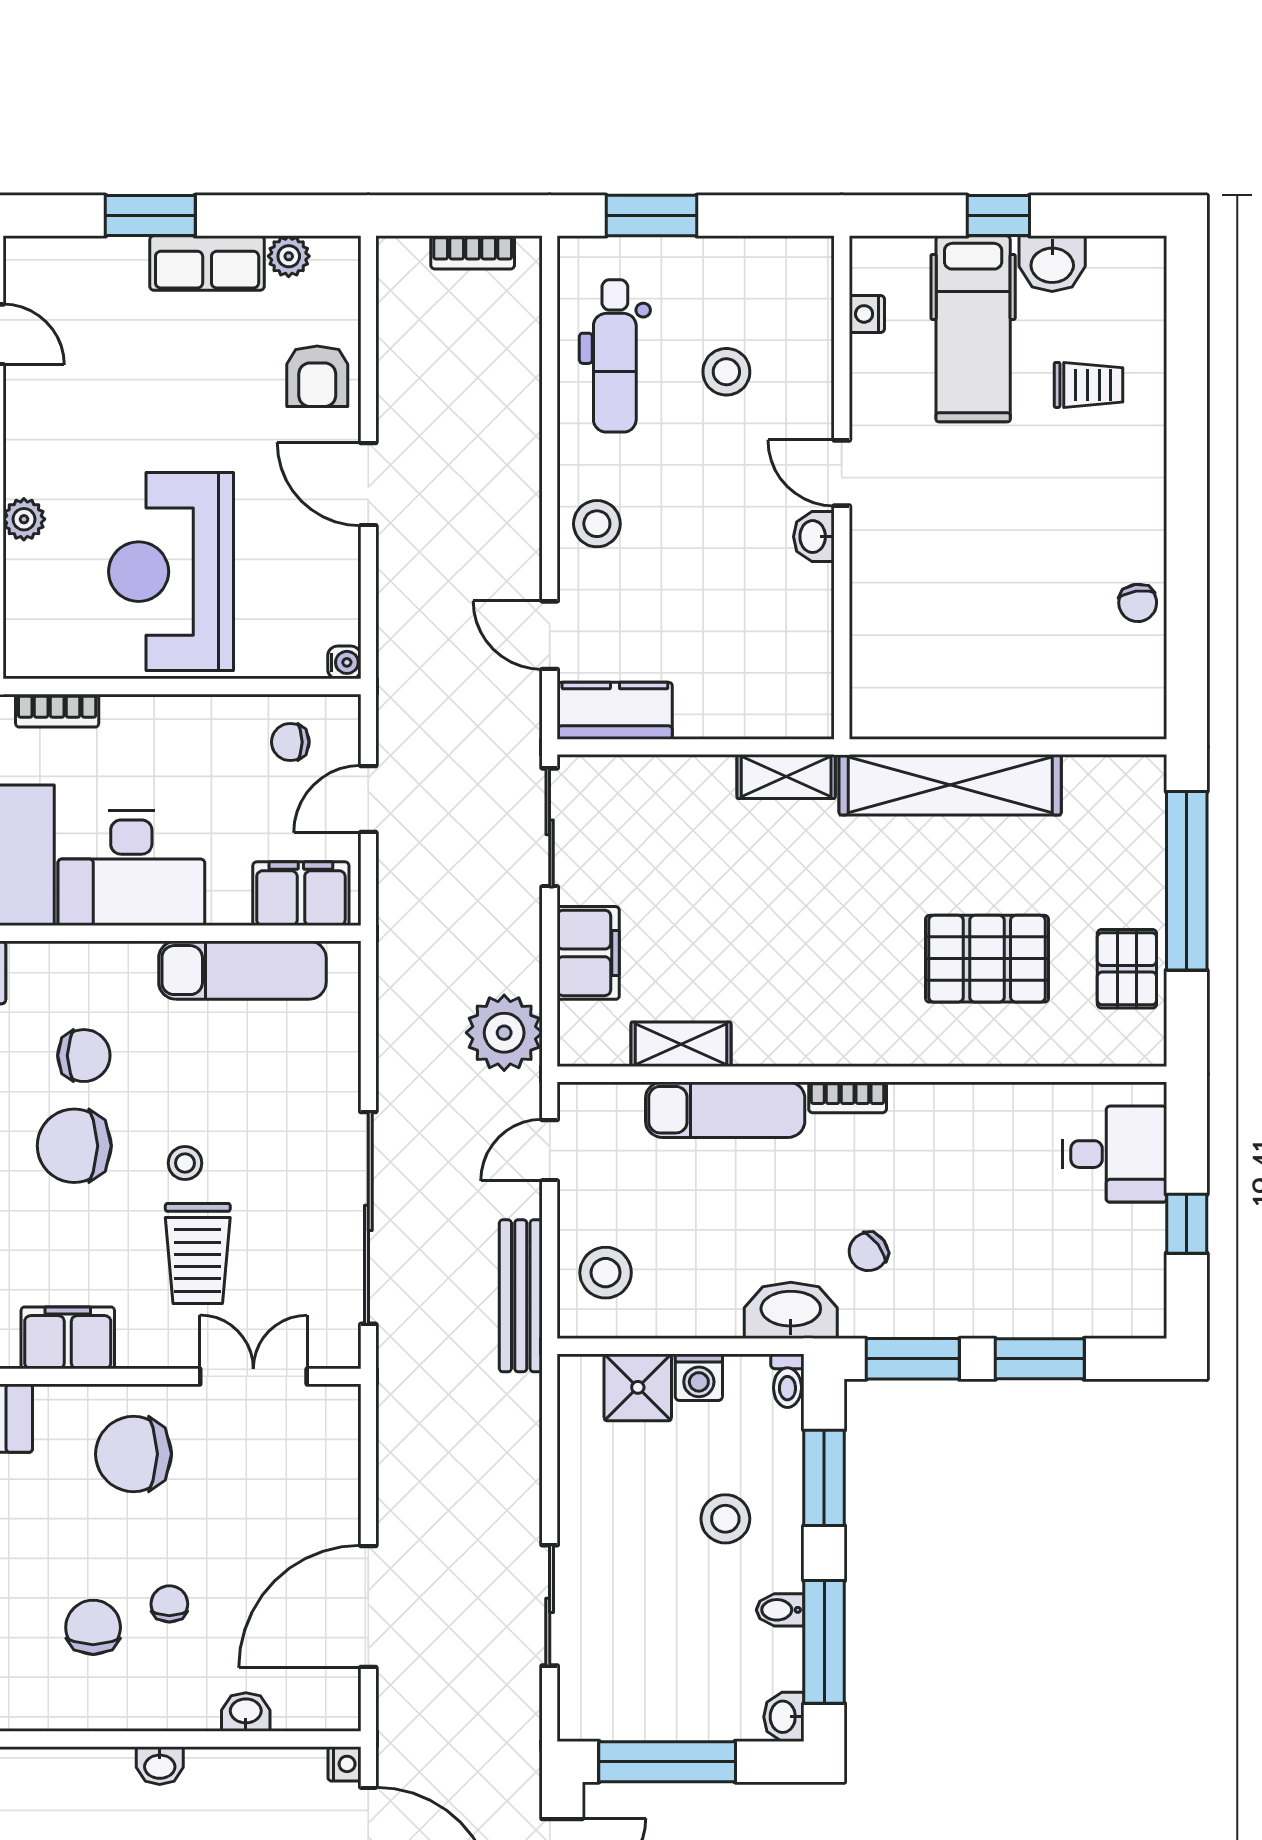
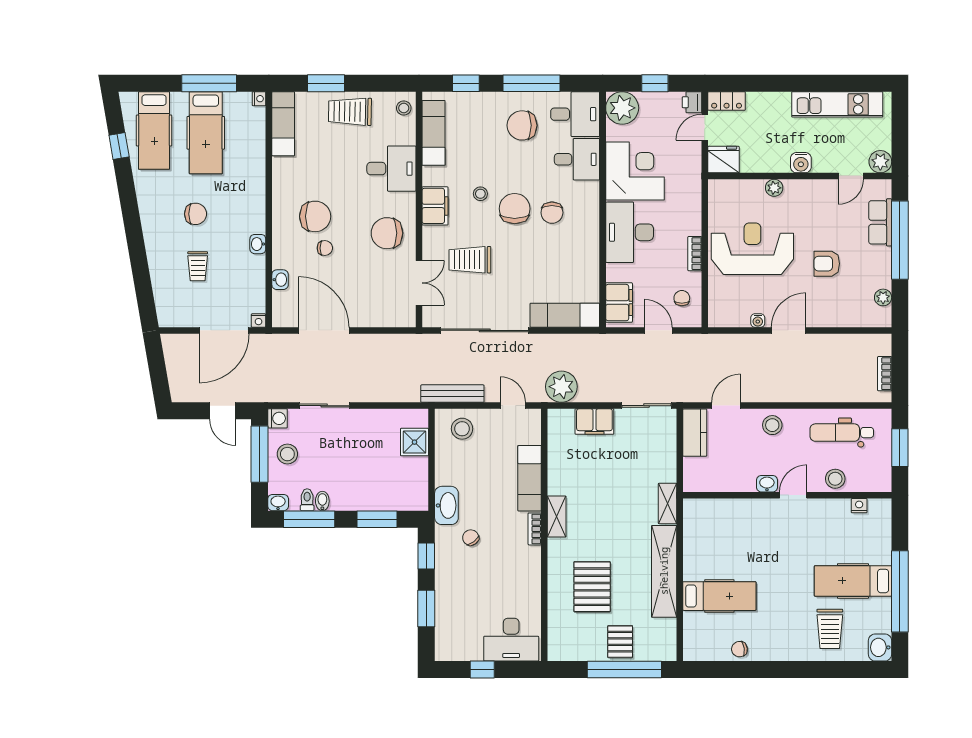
window: (150, 216) -> (900, 240), width x2.11
window: (998, 216) -> (900, 591), width x3.17
row of seats: (207, 263) -> (880, 222), moved
washbasin: (1052, 264) -> (880, 647), moved
nightstand: (867, 314) -> (859, 506), moved
armchair: (317, 376) -> (827, 264), moved
trolley: (1089, 385) -> (830, 629), width x1.36, depth x1.39
door: (842, 473) -> (793, 495), moved
wall: (842, 488) -> (787, 495), moved
washbasin: (814, 537) -> (767, 484), moved
hospital bed: (1009, 651) -> (719, 596), added
water cooler: (344, 662) -> (758, 320), moved
bookcase: (57, 711) -> (695, 254), moved
pallet: (1127, 969) -> (620, 642), moved, turned 90
exam couch: (242, 970) -> (565, 315), moved, turned 90
shelving: (681, 1044) -> (557, 517), moved
desk: (1115, 1154) -> (511, 640), width x1.37
stool: (185, 1163) -> (480, 194), moved
window: (913, 1359) -> (426, 556), width x0.67
washing machine: (699, 1377) -> (277, 418), moved, turned 180
toilet: (787, 1381) -> (307, 500), moved, turned 90
chair: (133, 1454) -> (387, 233), turned -90
stool: (725, 1519) -> (287, 454), moved
chair: (93, 1627) -> (315, 216), width x1.37, depth x1.37

